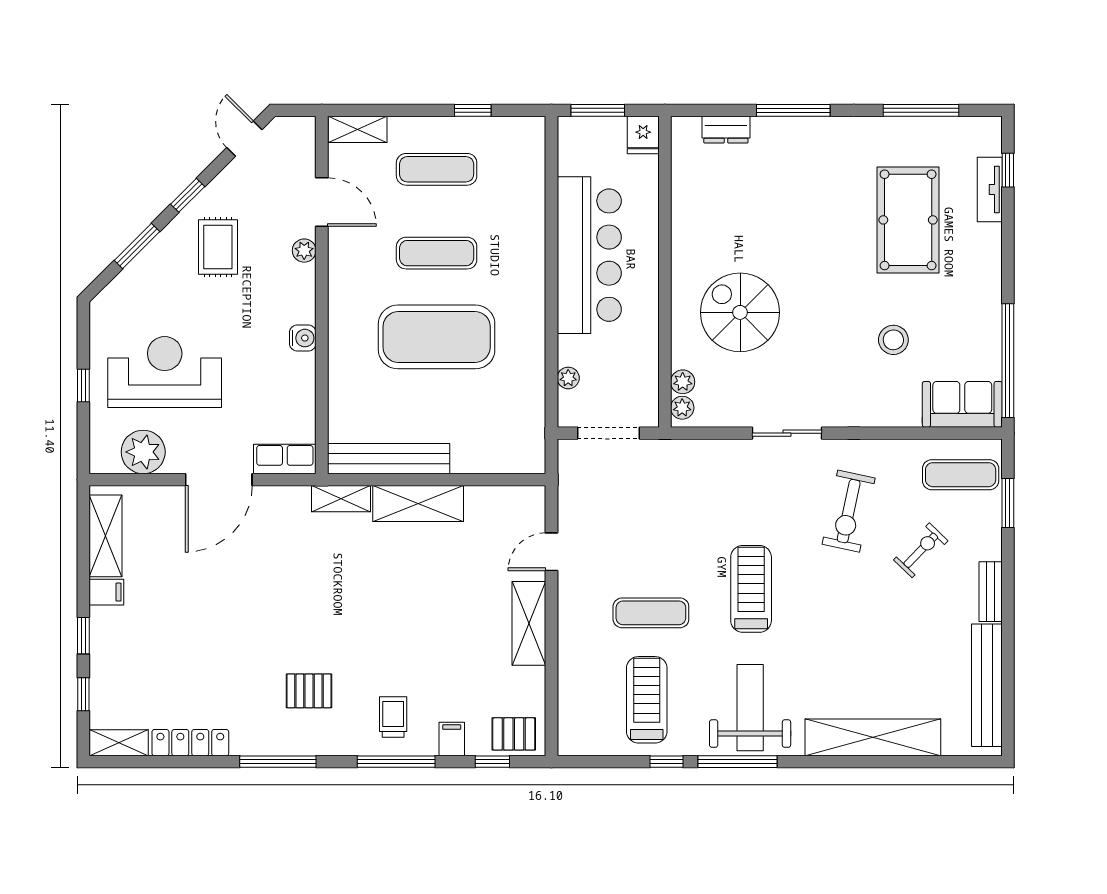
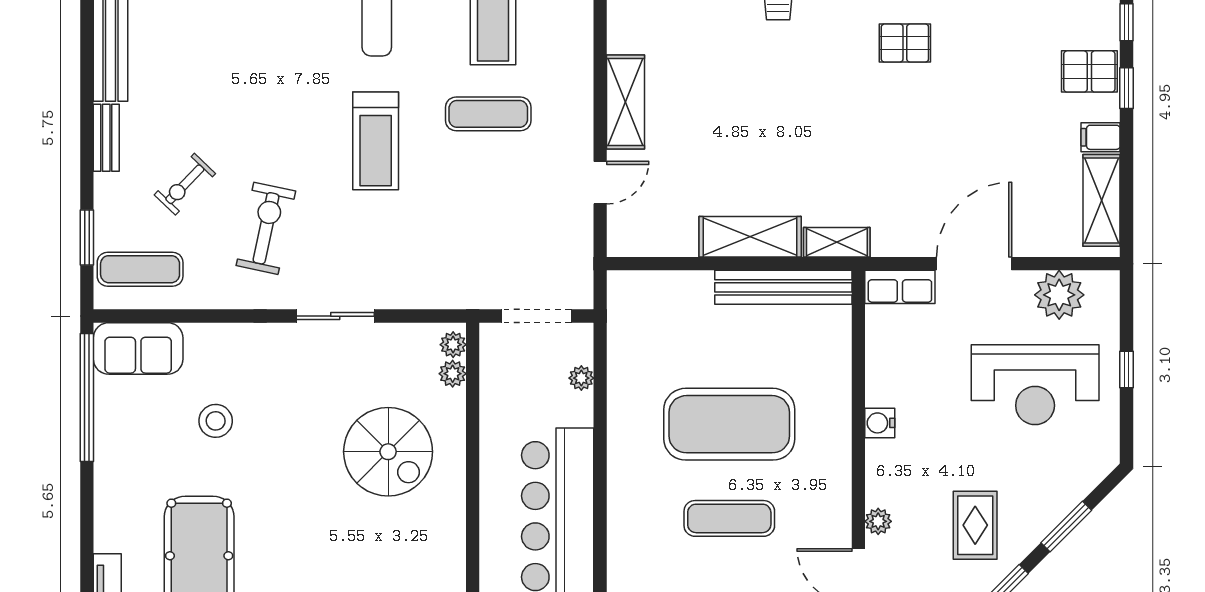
pallet: (116, 651) -> (1089, 71), added
pallet: (309, 691) -> (905, 43), moved

